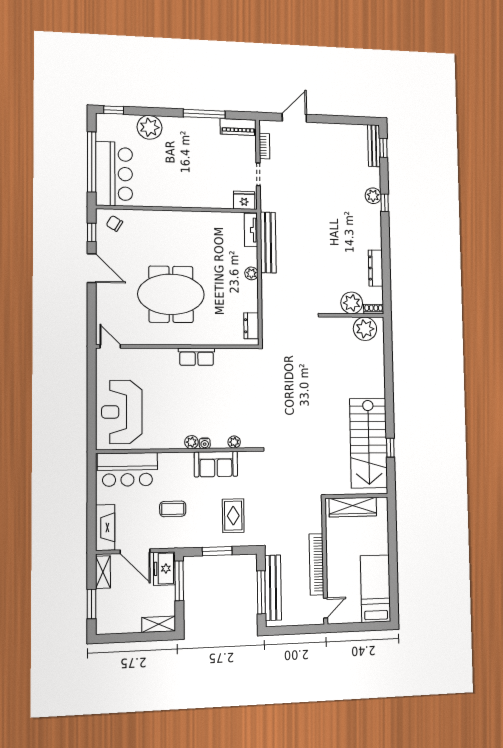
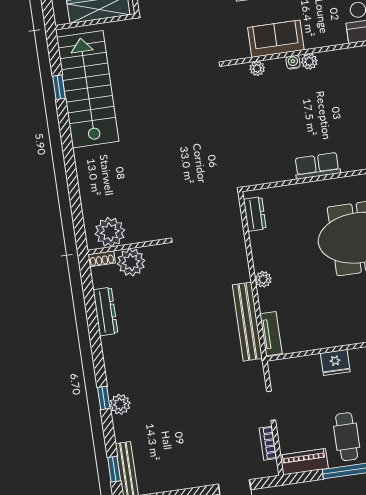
cafe table: (202, 140) -> (347, 437), added
fridge: (244, 200) -> (335, 362), moved

